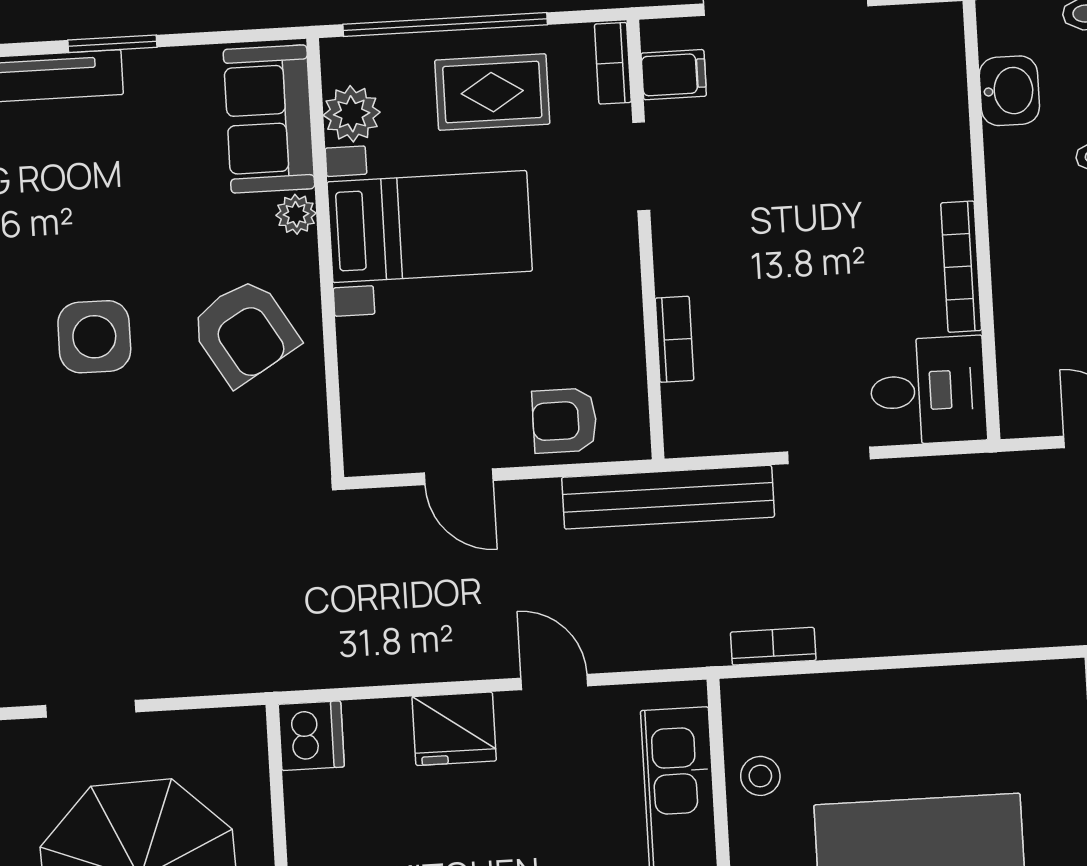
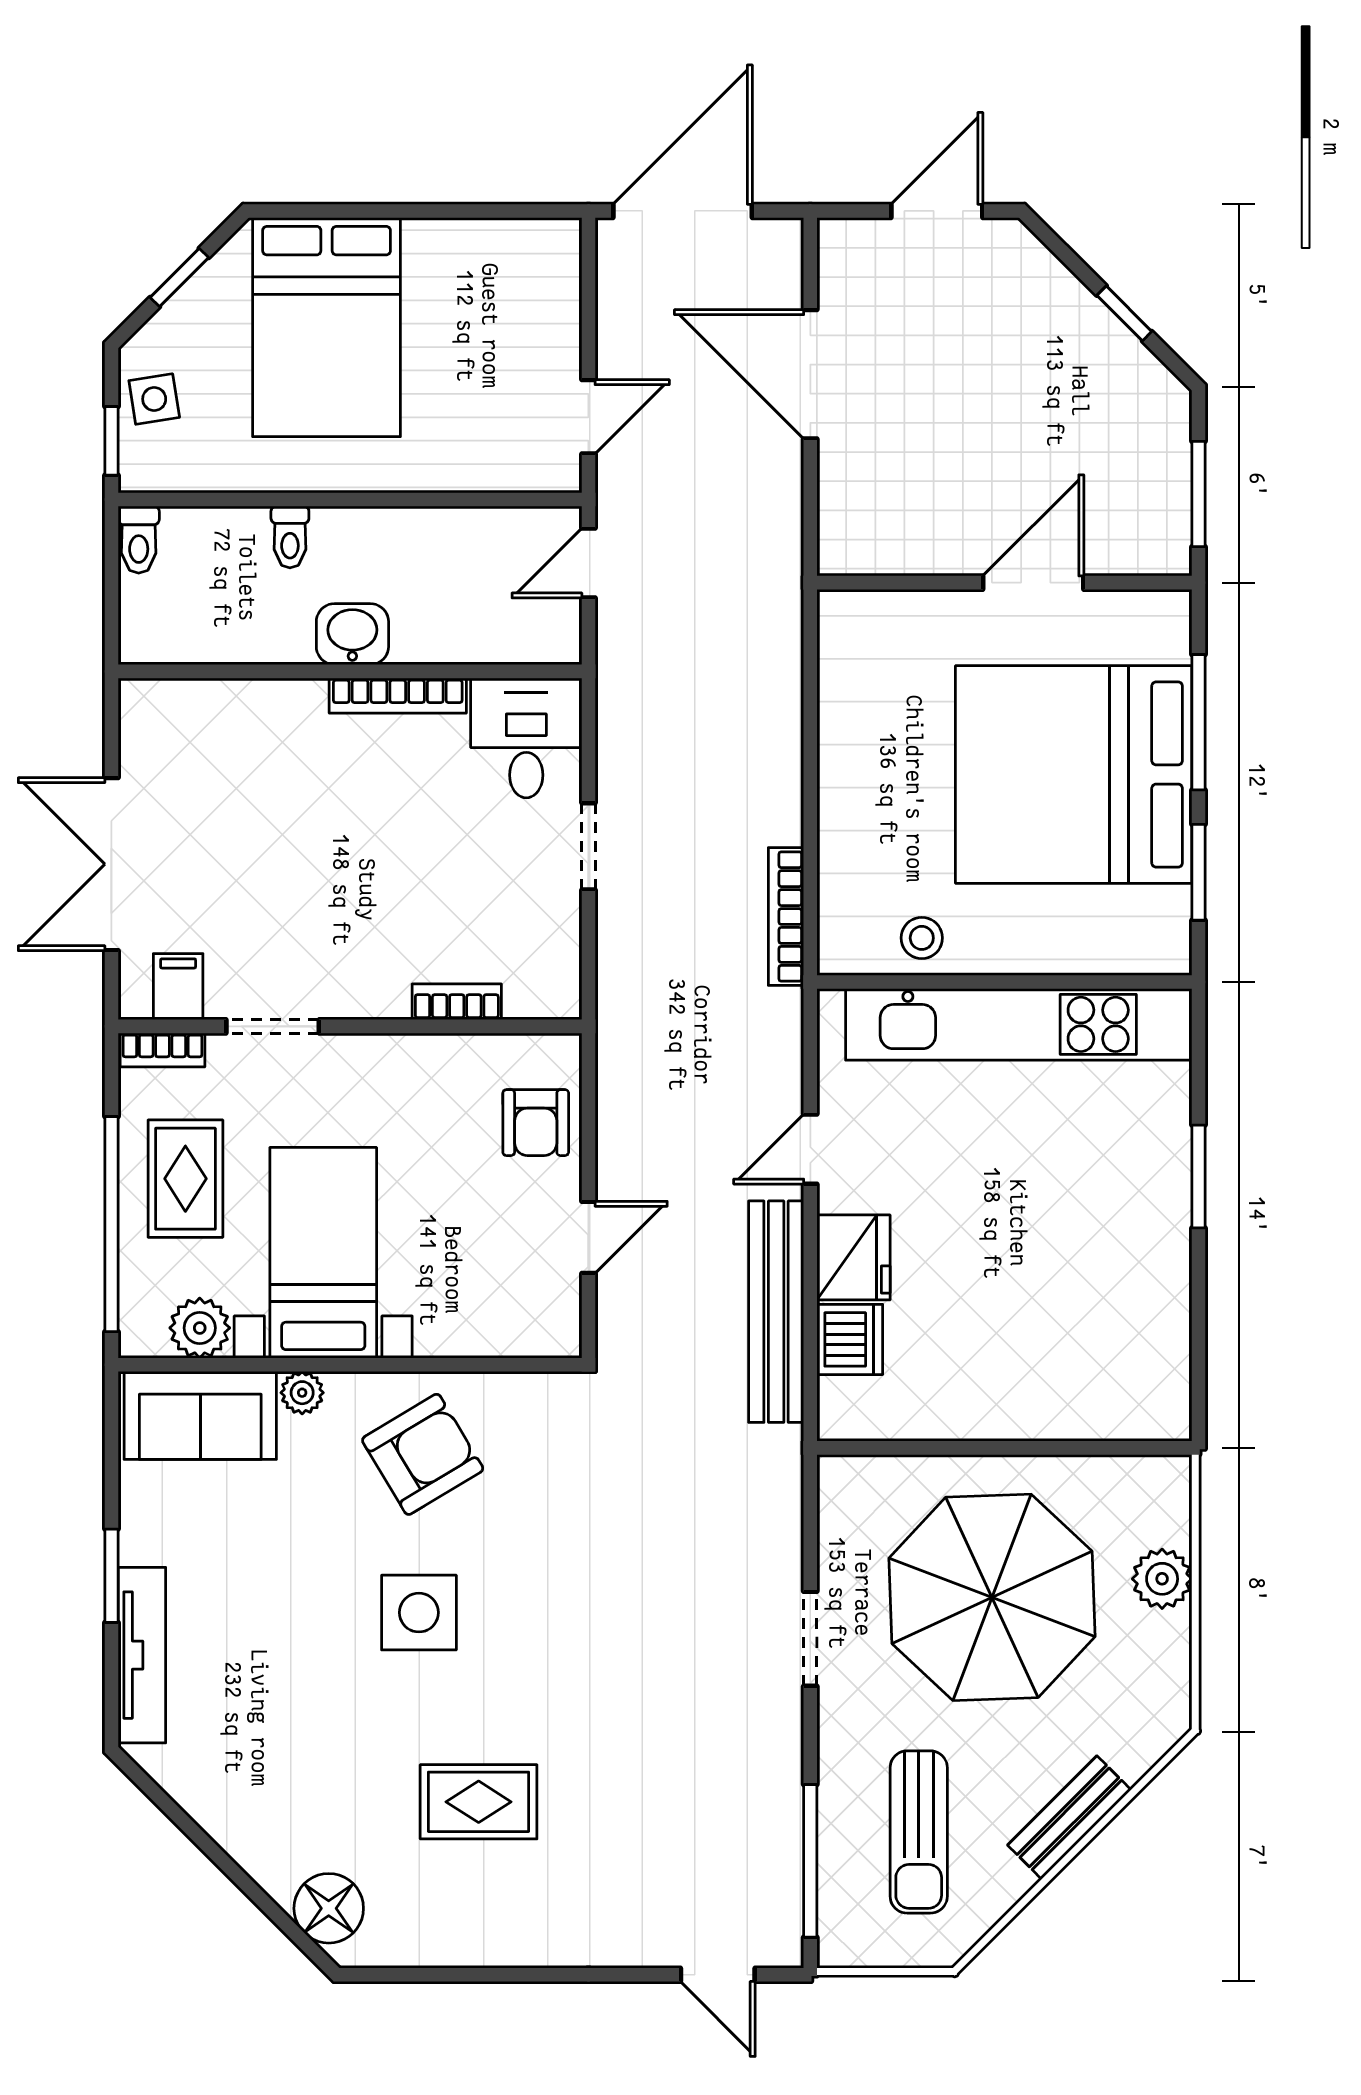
washbasin: (1009, 91) -> (352, 634), moved
bench: (668, 497) -> (776, 1312), moved
bookcase: (773, 646) -> (786, 917), width x1.56
dishwasher: (311, 736) -> (850, 1339), moved, turned 90

